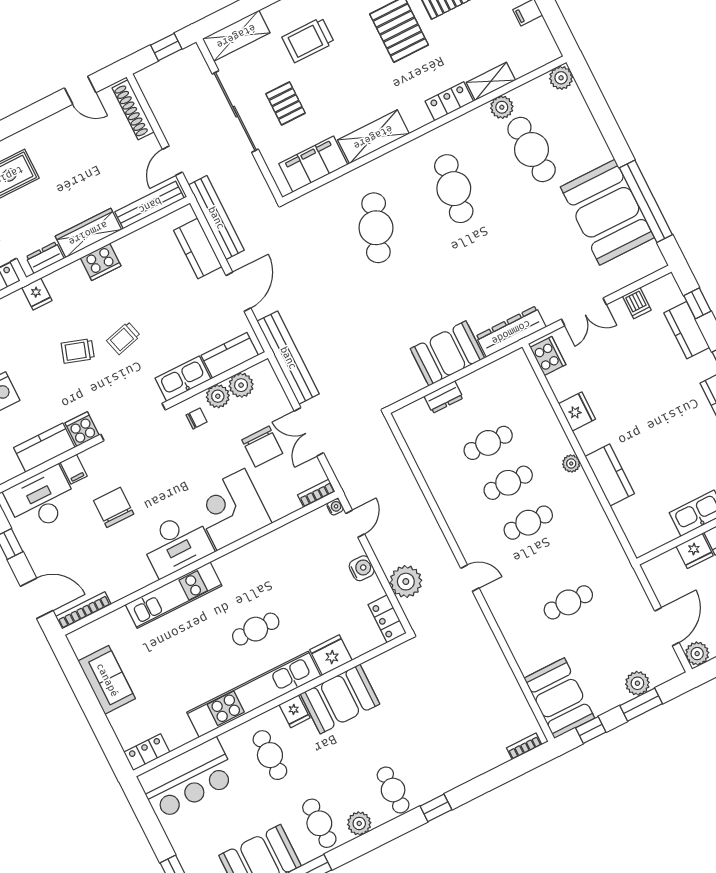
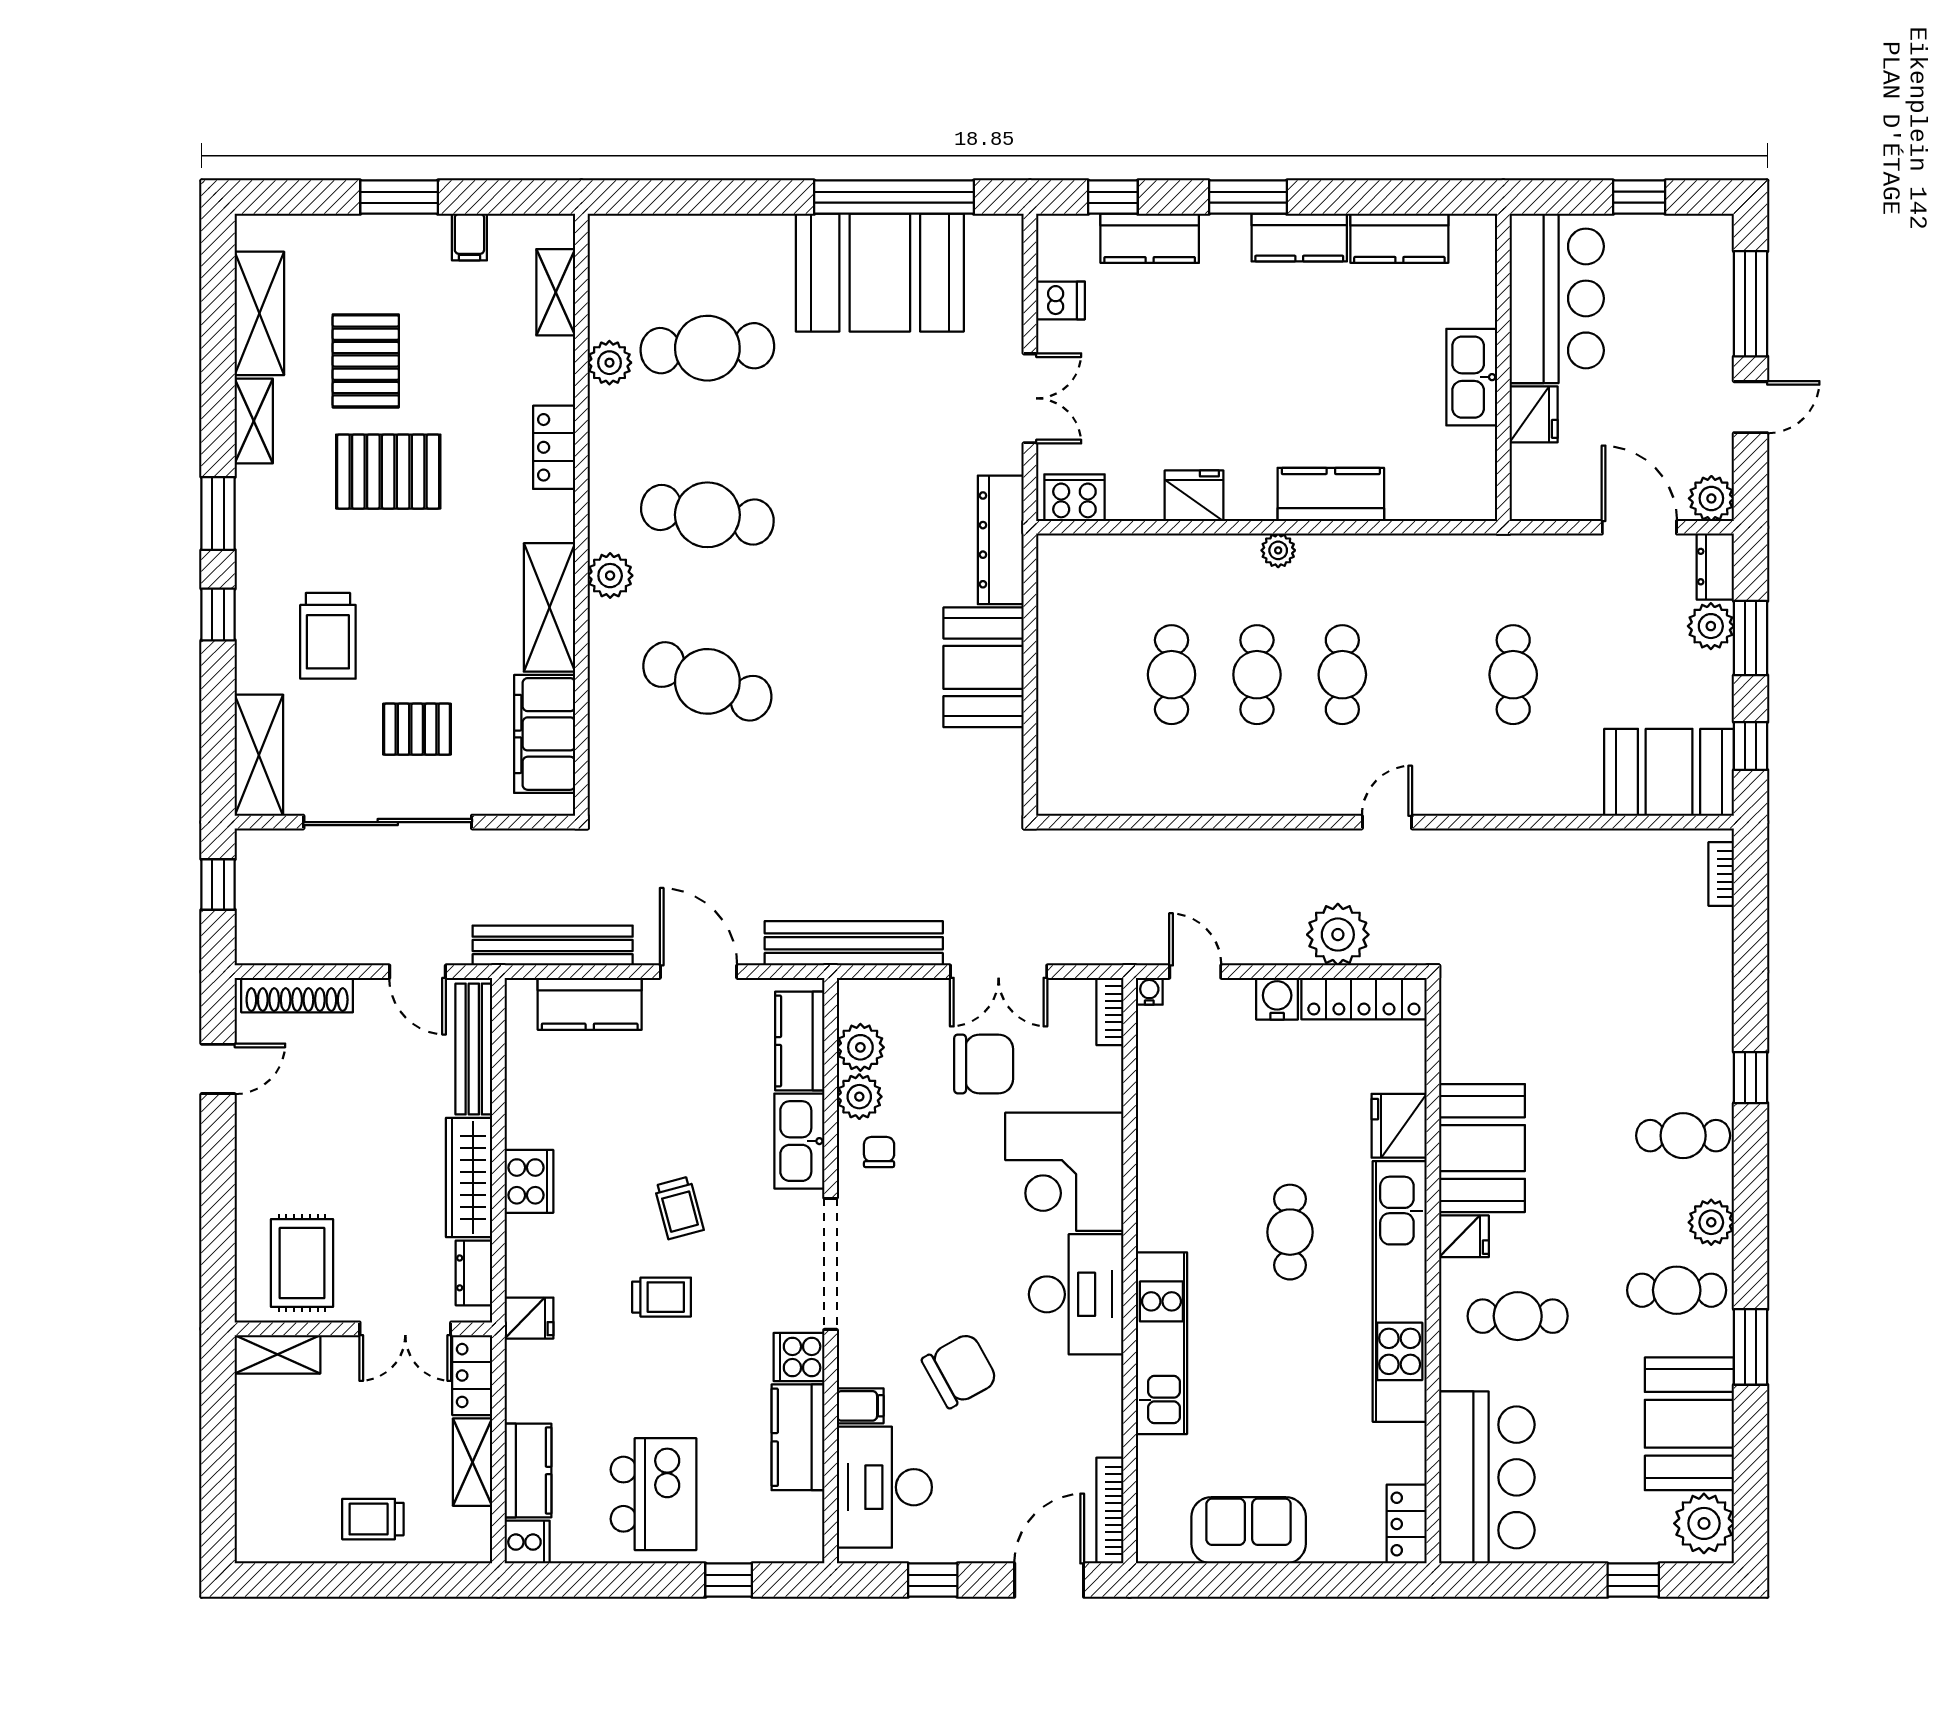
plant: (561, 78) -> (610, 576), moved
shelving: (491, 81) -> (556, 292), moved
trolley: (78, 351) -> (662, 1297), turned -108
dresser: (444, 397) -> (1715, 567), moved, turned 180
chair: (114, 507) -> (960, 1370), turned 151
locker: (387, 619) -> (1364, 999), width x1.53

